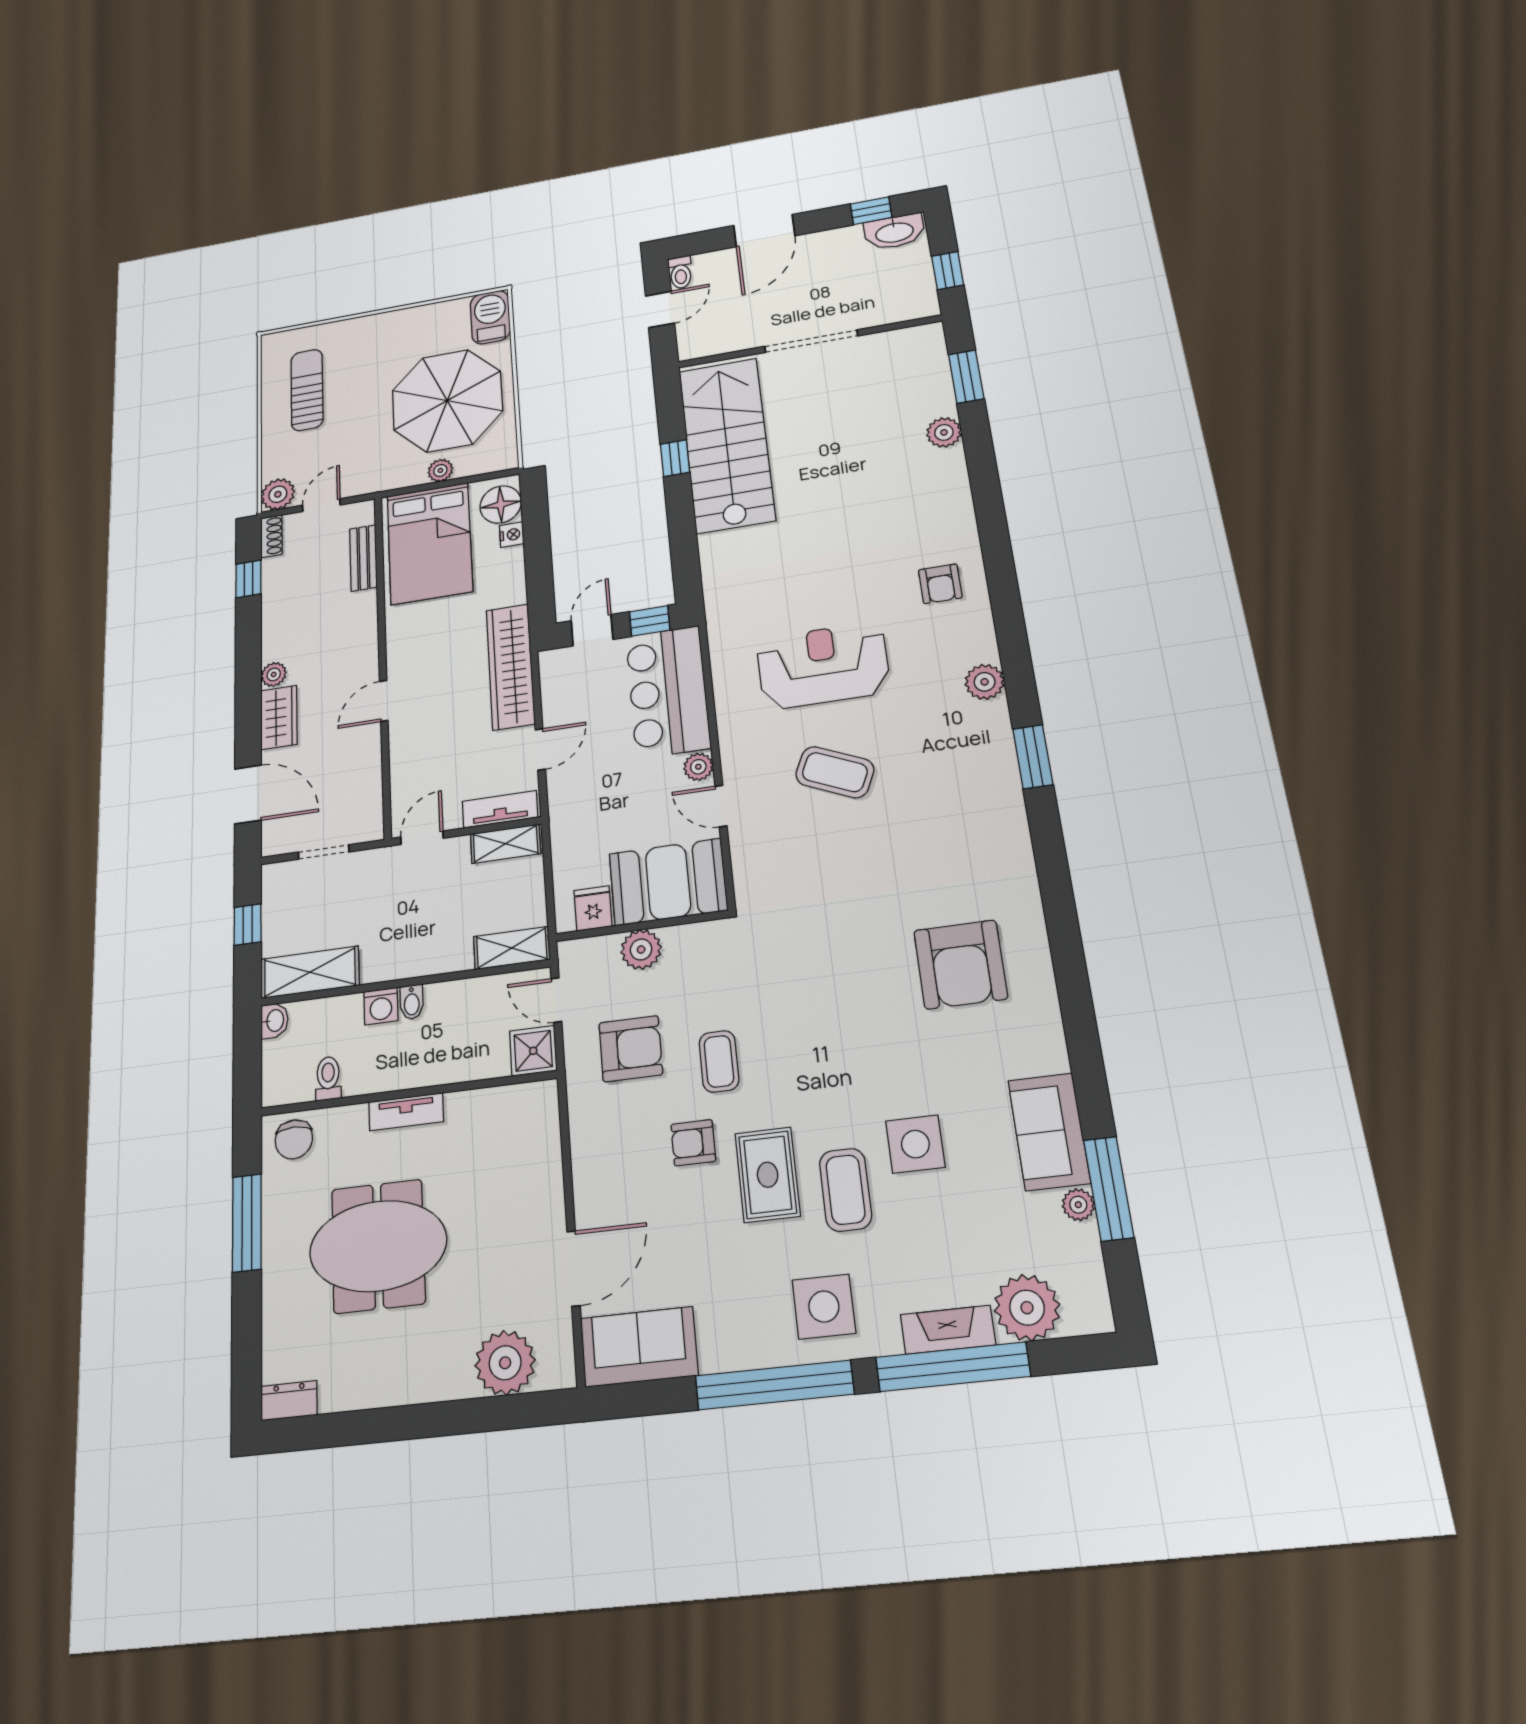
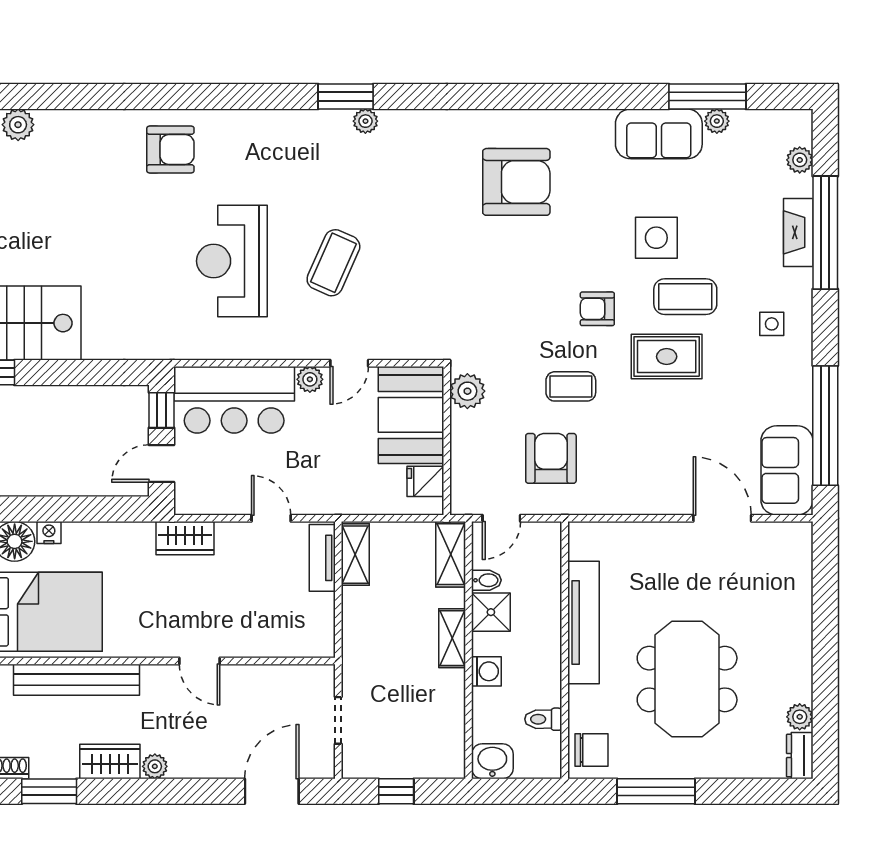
bench: (363, 558) -> (76, 680), width x1.86, depth x1.21
window: (248, 579) -> (49, 791), width x1.50
armchair: (940, 584) -> (170, 150), width x1.38, depth x1.38
door: (592, 630) -> (161, 463), hinge flipped
wardrobe: (510, 667) -> (185, 538), width x0.48, depth x0.85
plant: (985, 682) -> (365, 121), moved, width x0.73, depth x0.73
wardrobe: (279, 717) -> (110, 761), moved
door: (422, 838) -> (338, 630), removed
plant: (641, 950) -> (467, 391), moved
shelving: (310, 972) -> (452, 638), moved, width x0.67, depth x0.75
bidet: (412, 1002) -> (486, 580), moved
washbasin: (274, 1021) -> (492, 761), width x1.38, depth x1.45
shower: (533, 1051) -> (491, 612), moved
tv unit: (406, 1112) -> (583, 622), width x1.92, depth x1.29
armchair: (693, 1143) -> (597, 309), moved, turned 90
side table: (824, 1307) -> (772, 324), width x0.54, depth x0.54
plant: (1027, 1308) -> (800, 160), width x0.53, depth x0.53
plant: (505, 1363) -> (800, 717), moved, width x0.53, depth x0.53
window: (774, 1385) -> (825, 426), moved

